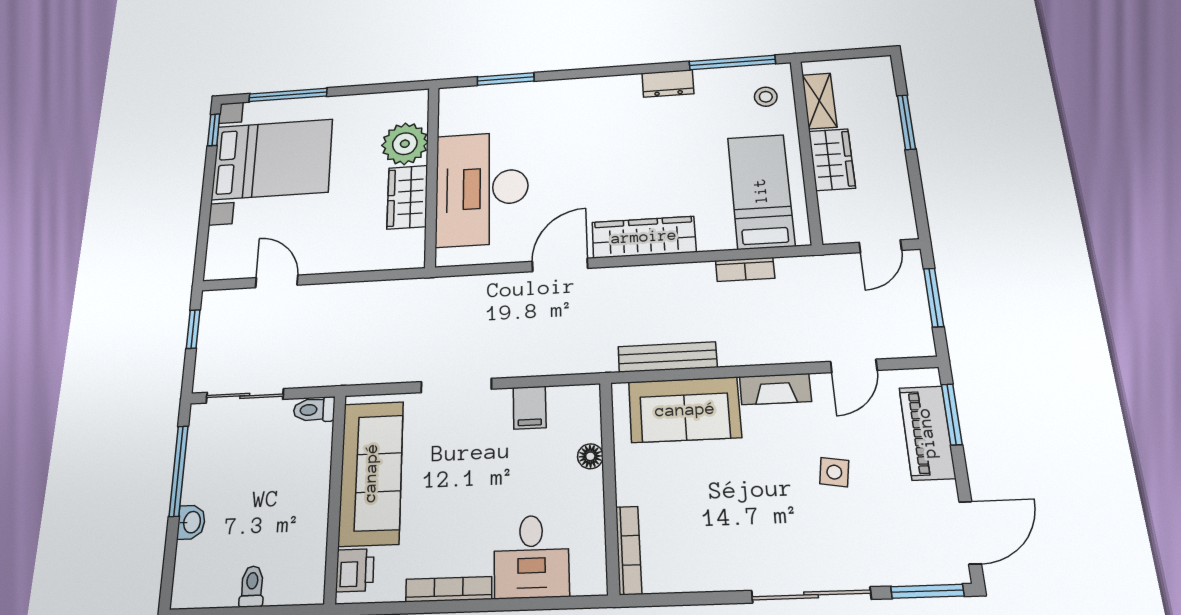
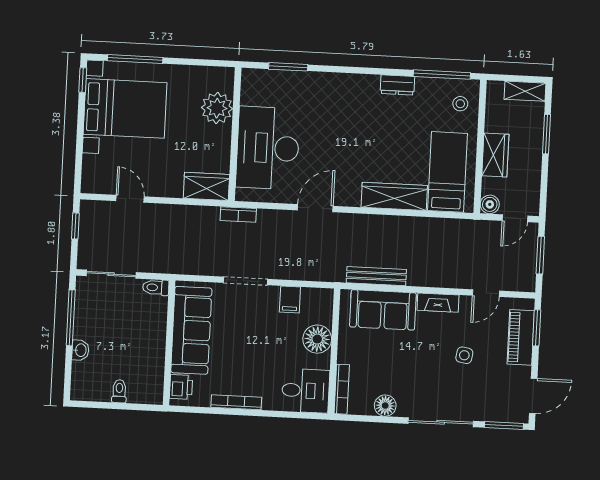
shelving: (819, 101) -> (525, 91), moved, turned 90
wardrobe: (407, 197) -> (206, 186), moved, turned 90
boiler: (836, 230) -> (490, 204), added
wardrobe: (644, 237) -> (394, 196), moved
bookcase: (745, 269) -> (238, 214), moved
floor lamp: (590, 456) -> (317, 339), width x1.89, depth x1.89
desk: (531, 556) -> (306, 391), moved, turned -90
floor lamp: (708, 573) -> (385, 406), added

